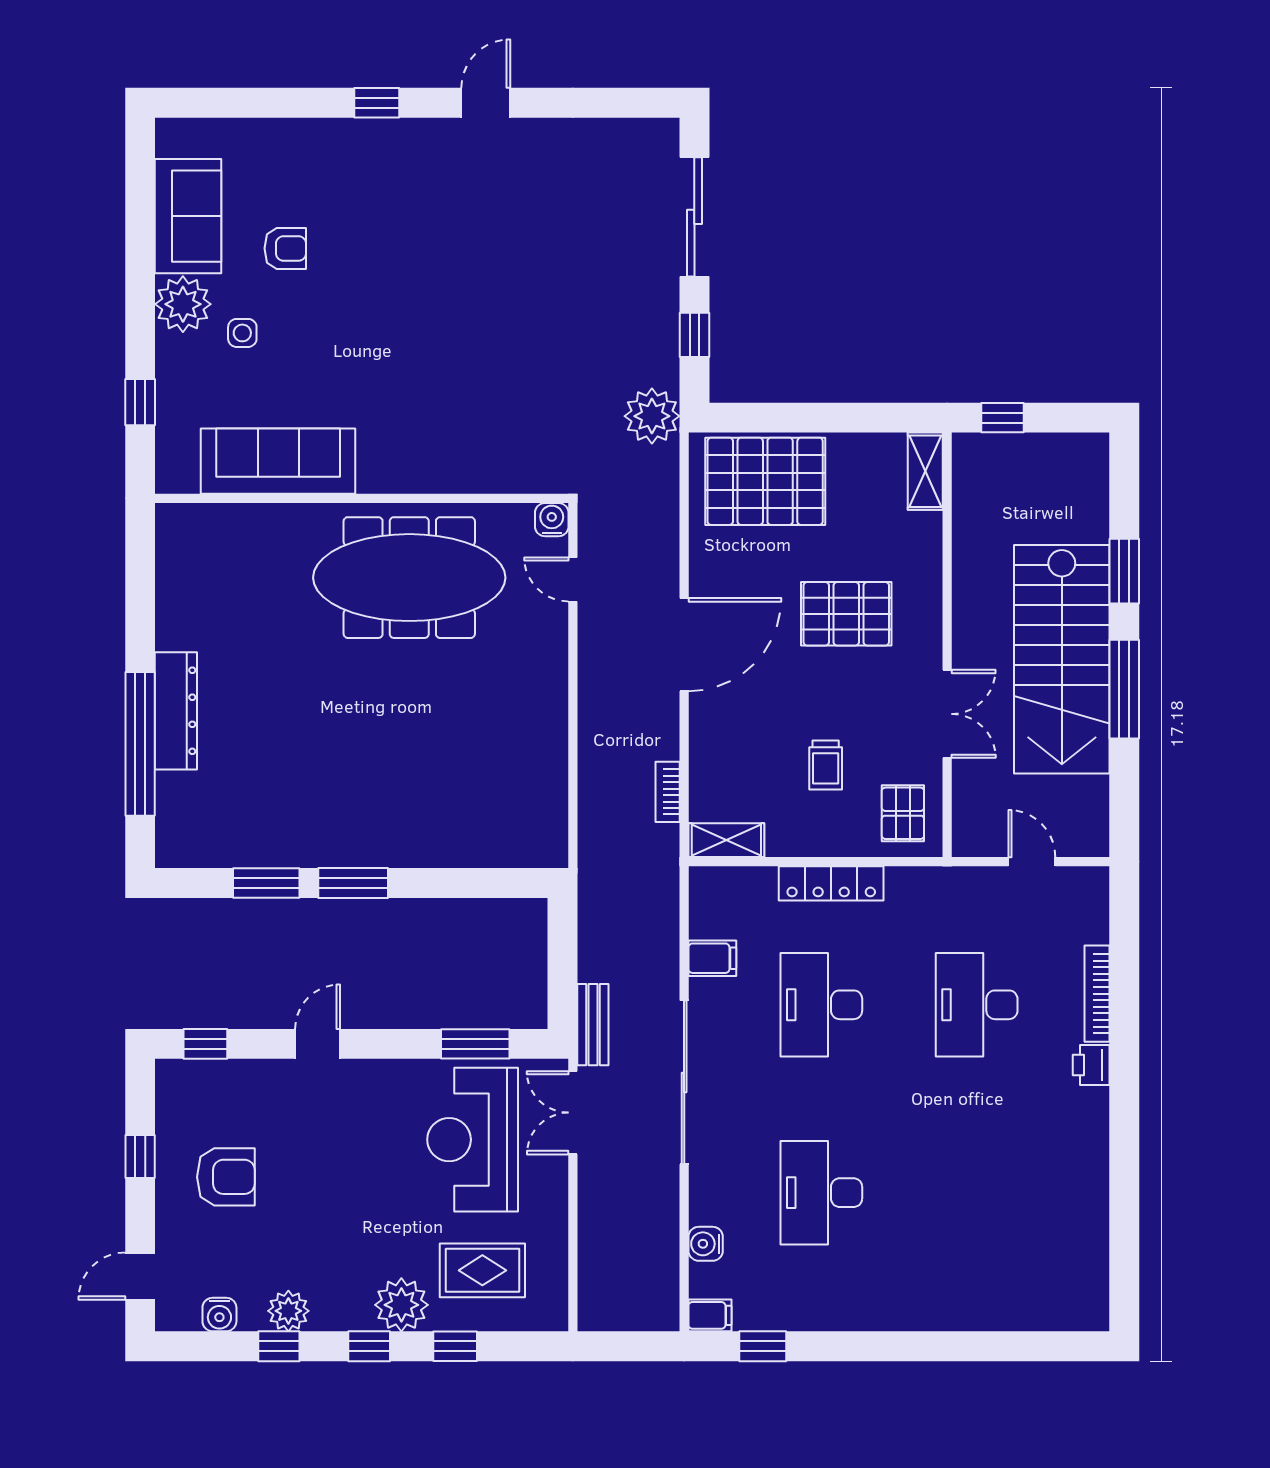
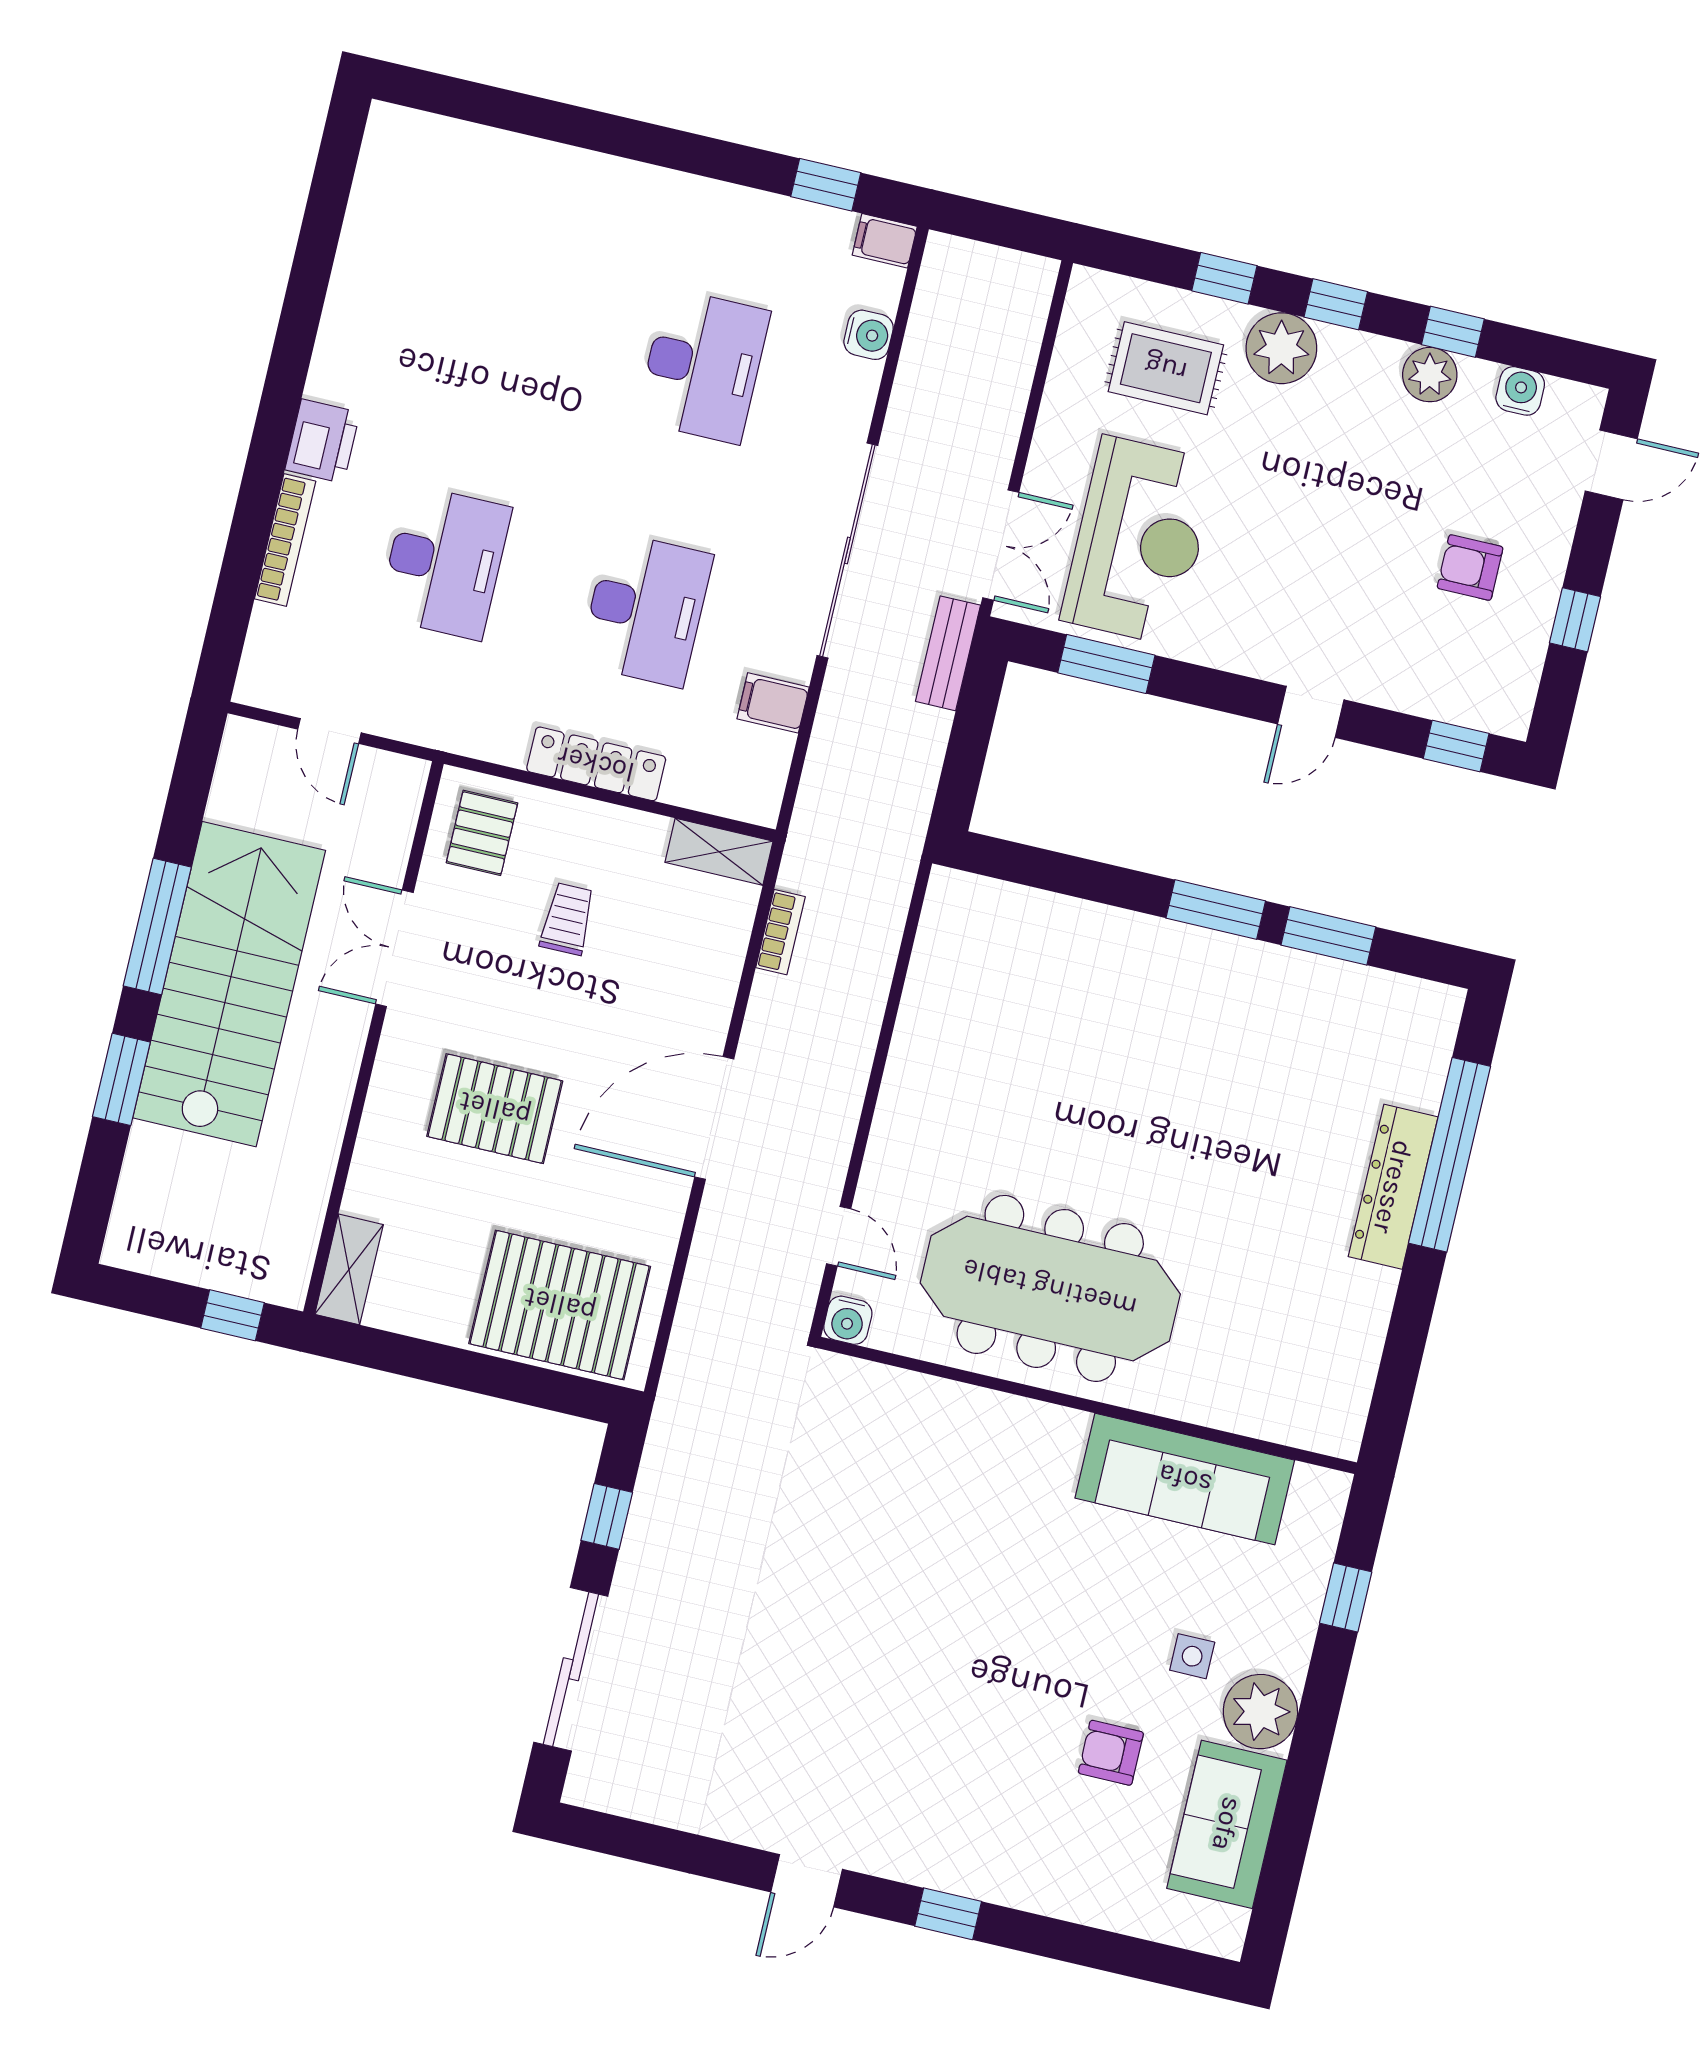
plant: (652, 416) -> (686, 1424), removed
printer: (1091, 1065) -> (322, 441), width x1.36, depth x1.24
armchair: (226, 1177) -> (1470, 568), width x0.72, depth x0.72

